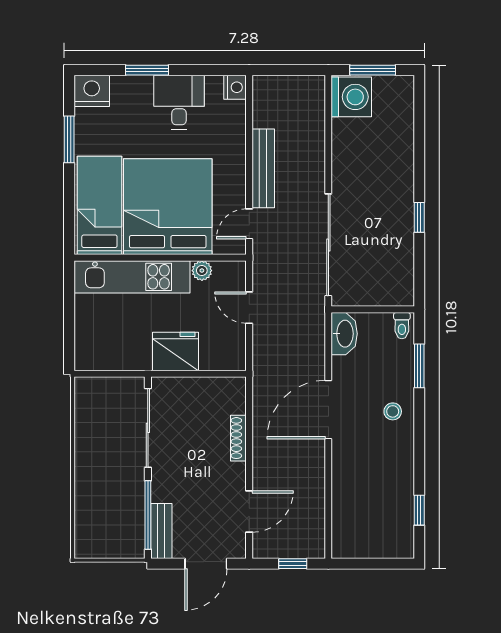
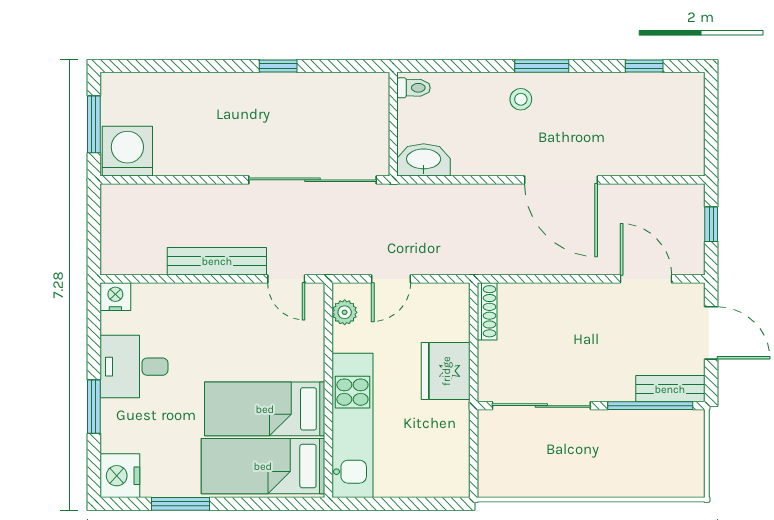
bed: (168, 207) -> (265, 409), width x0.49
plant: (202, 271) -> (345, 312), moved
window: (419, 366) -> (542, 66), moved
door: (328, 410) -> (561, 180), moved
shoe rack: (238, 438) -> (487, 311), moved, turned -90

